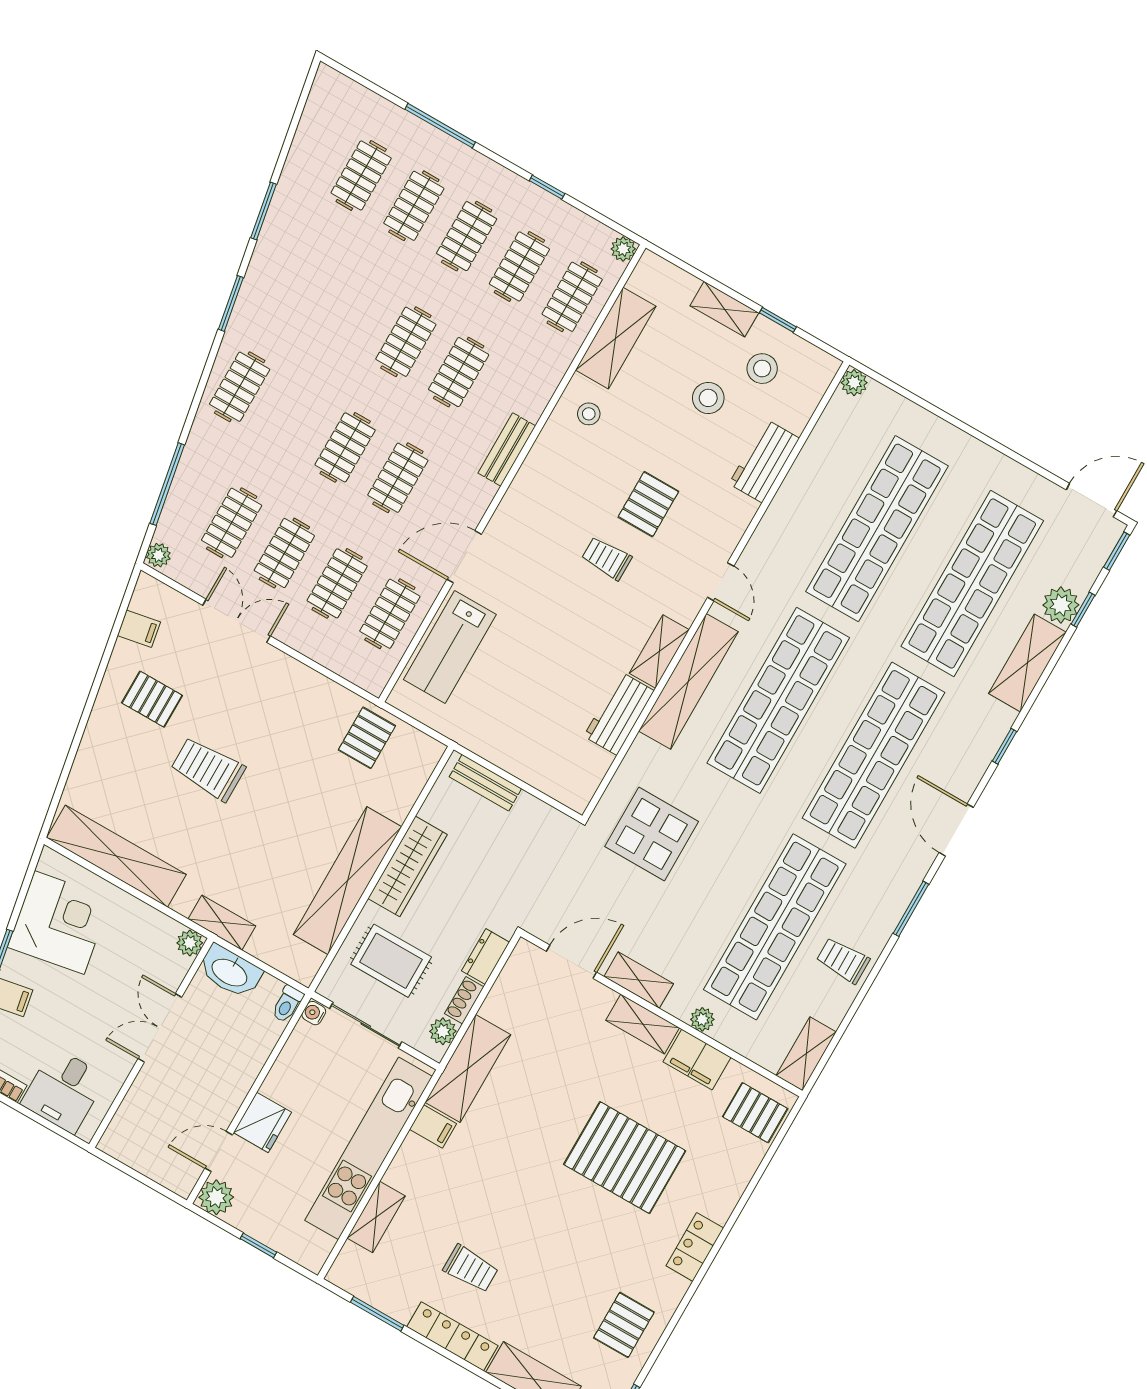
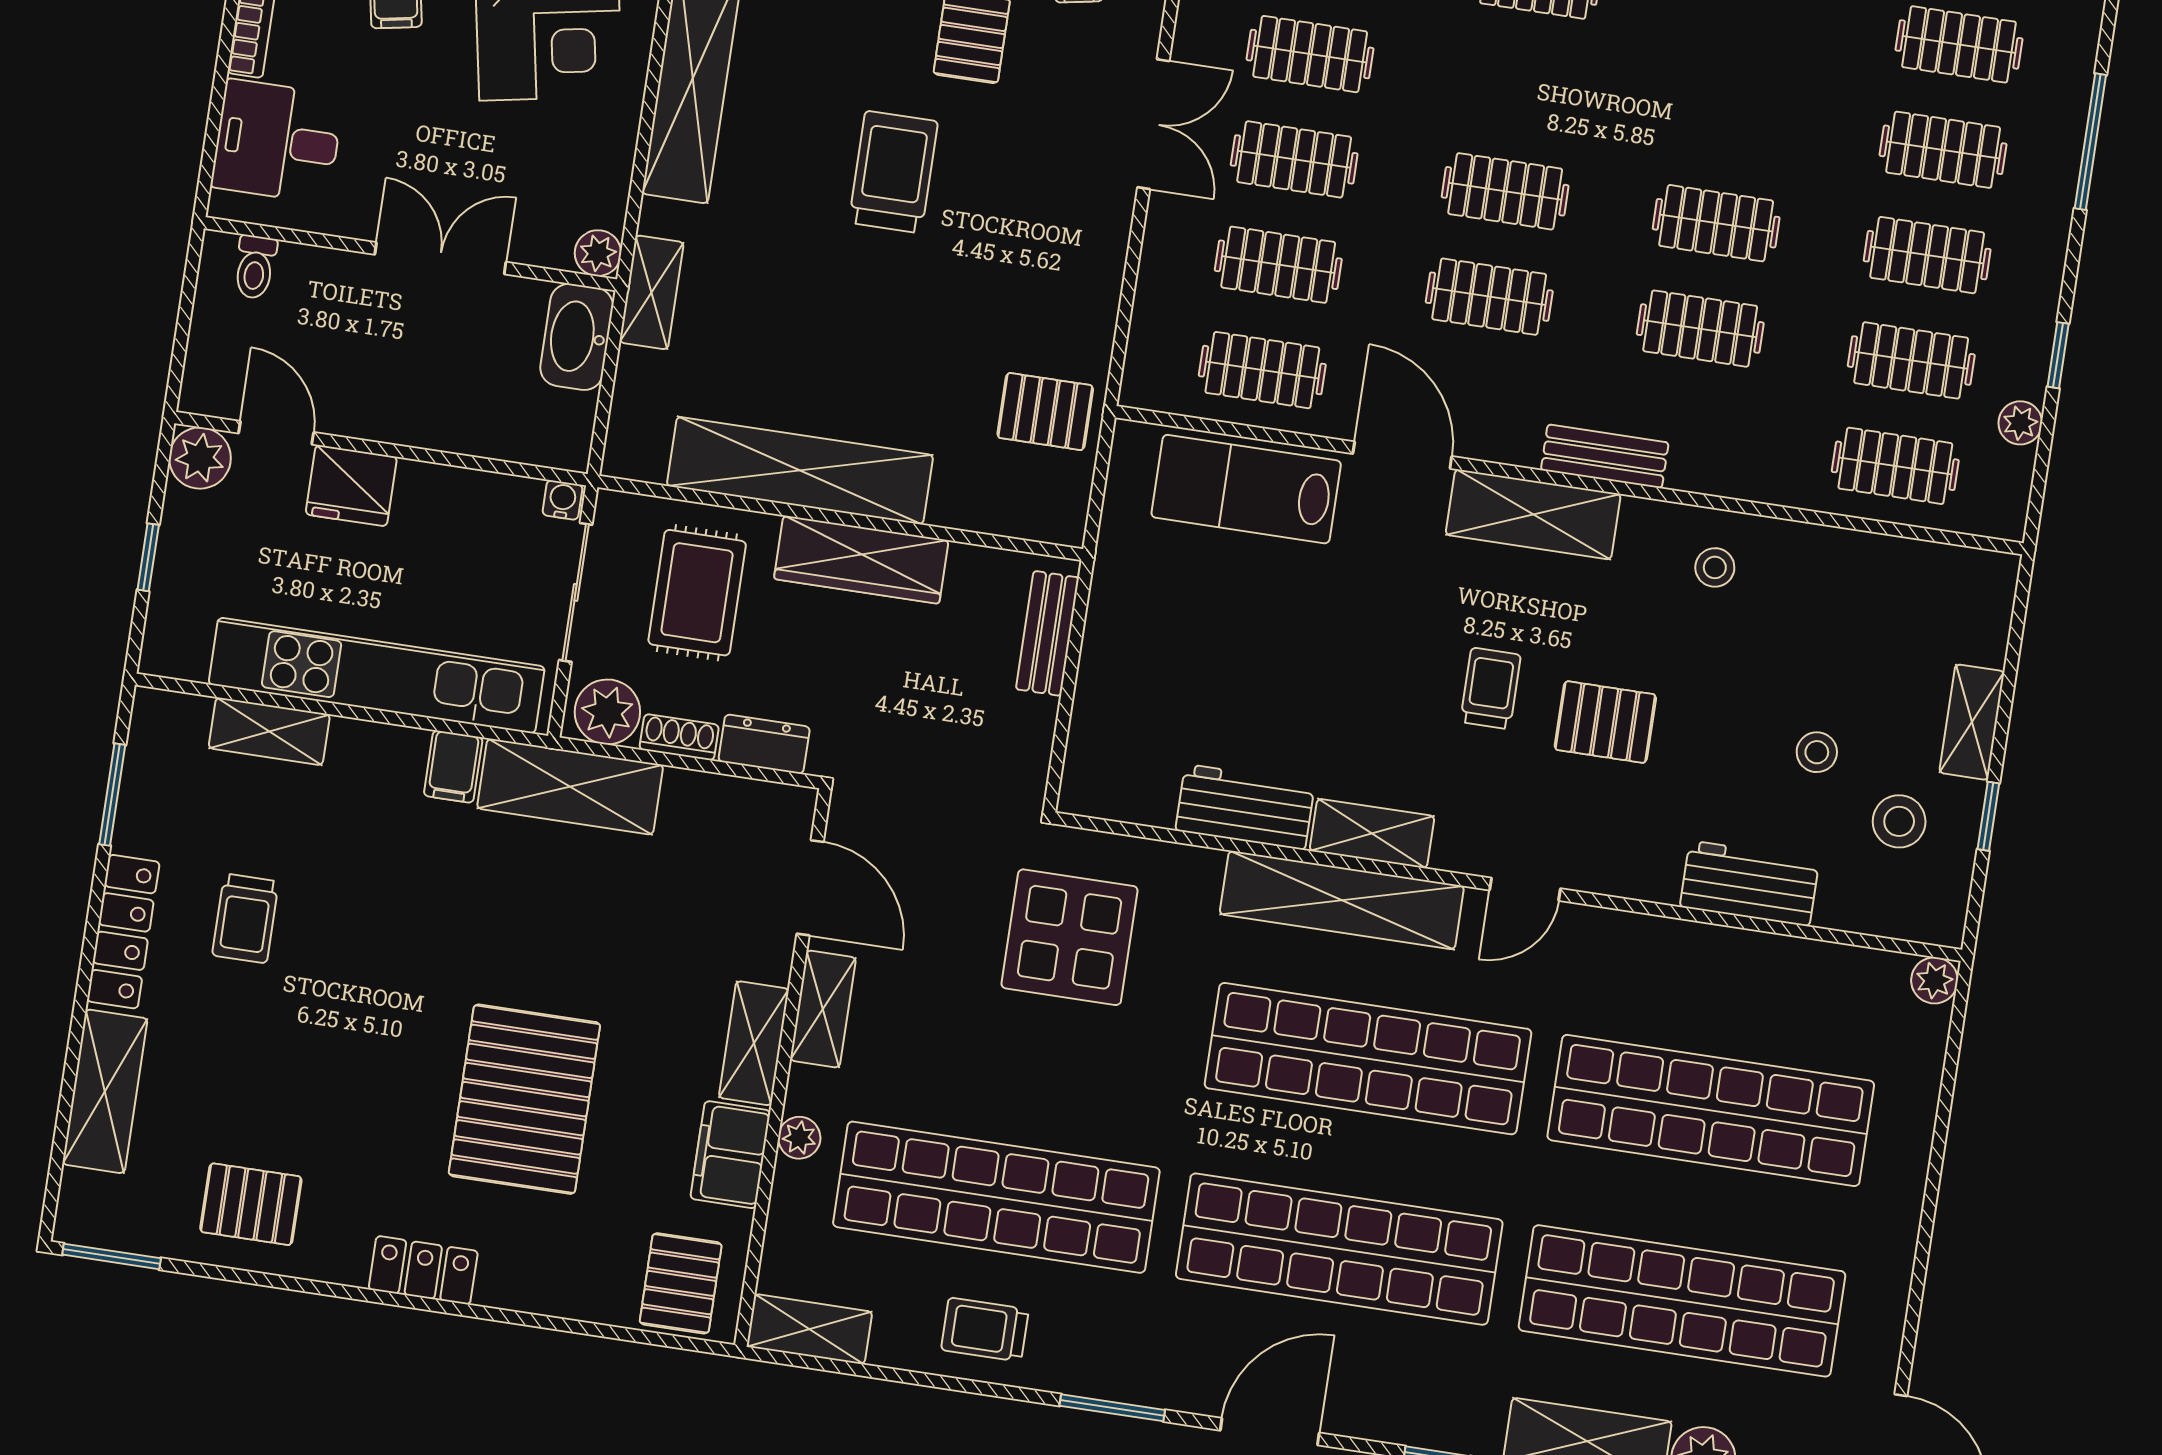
plant: (623, 249) -> (2020, 423), moved
shelving: (616, 338) -> (1533, 514), moved
stool: (708, 398) -> (1817, 752), width x0.73, depth x0.73
trolley: (843, 960) -> (985, 1330), turned -90
toilet: (287, 1004) -> (255, 267), moved, turned -90
plant: (443, 1031) -> (607, 712), width x1.38, depth x1.38

